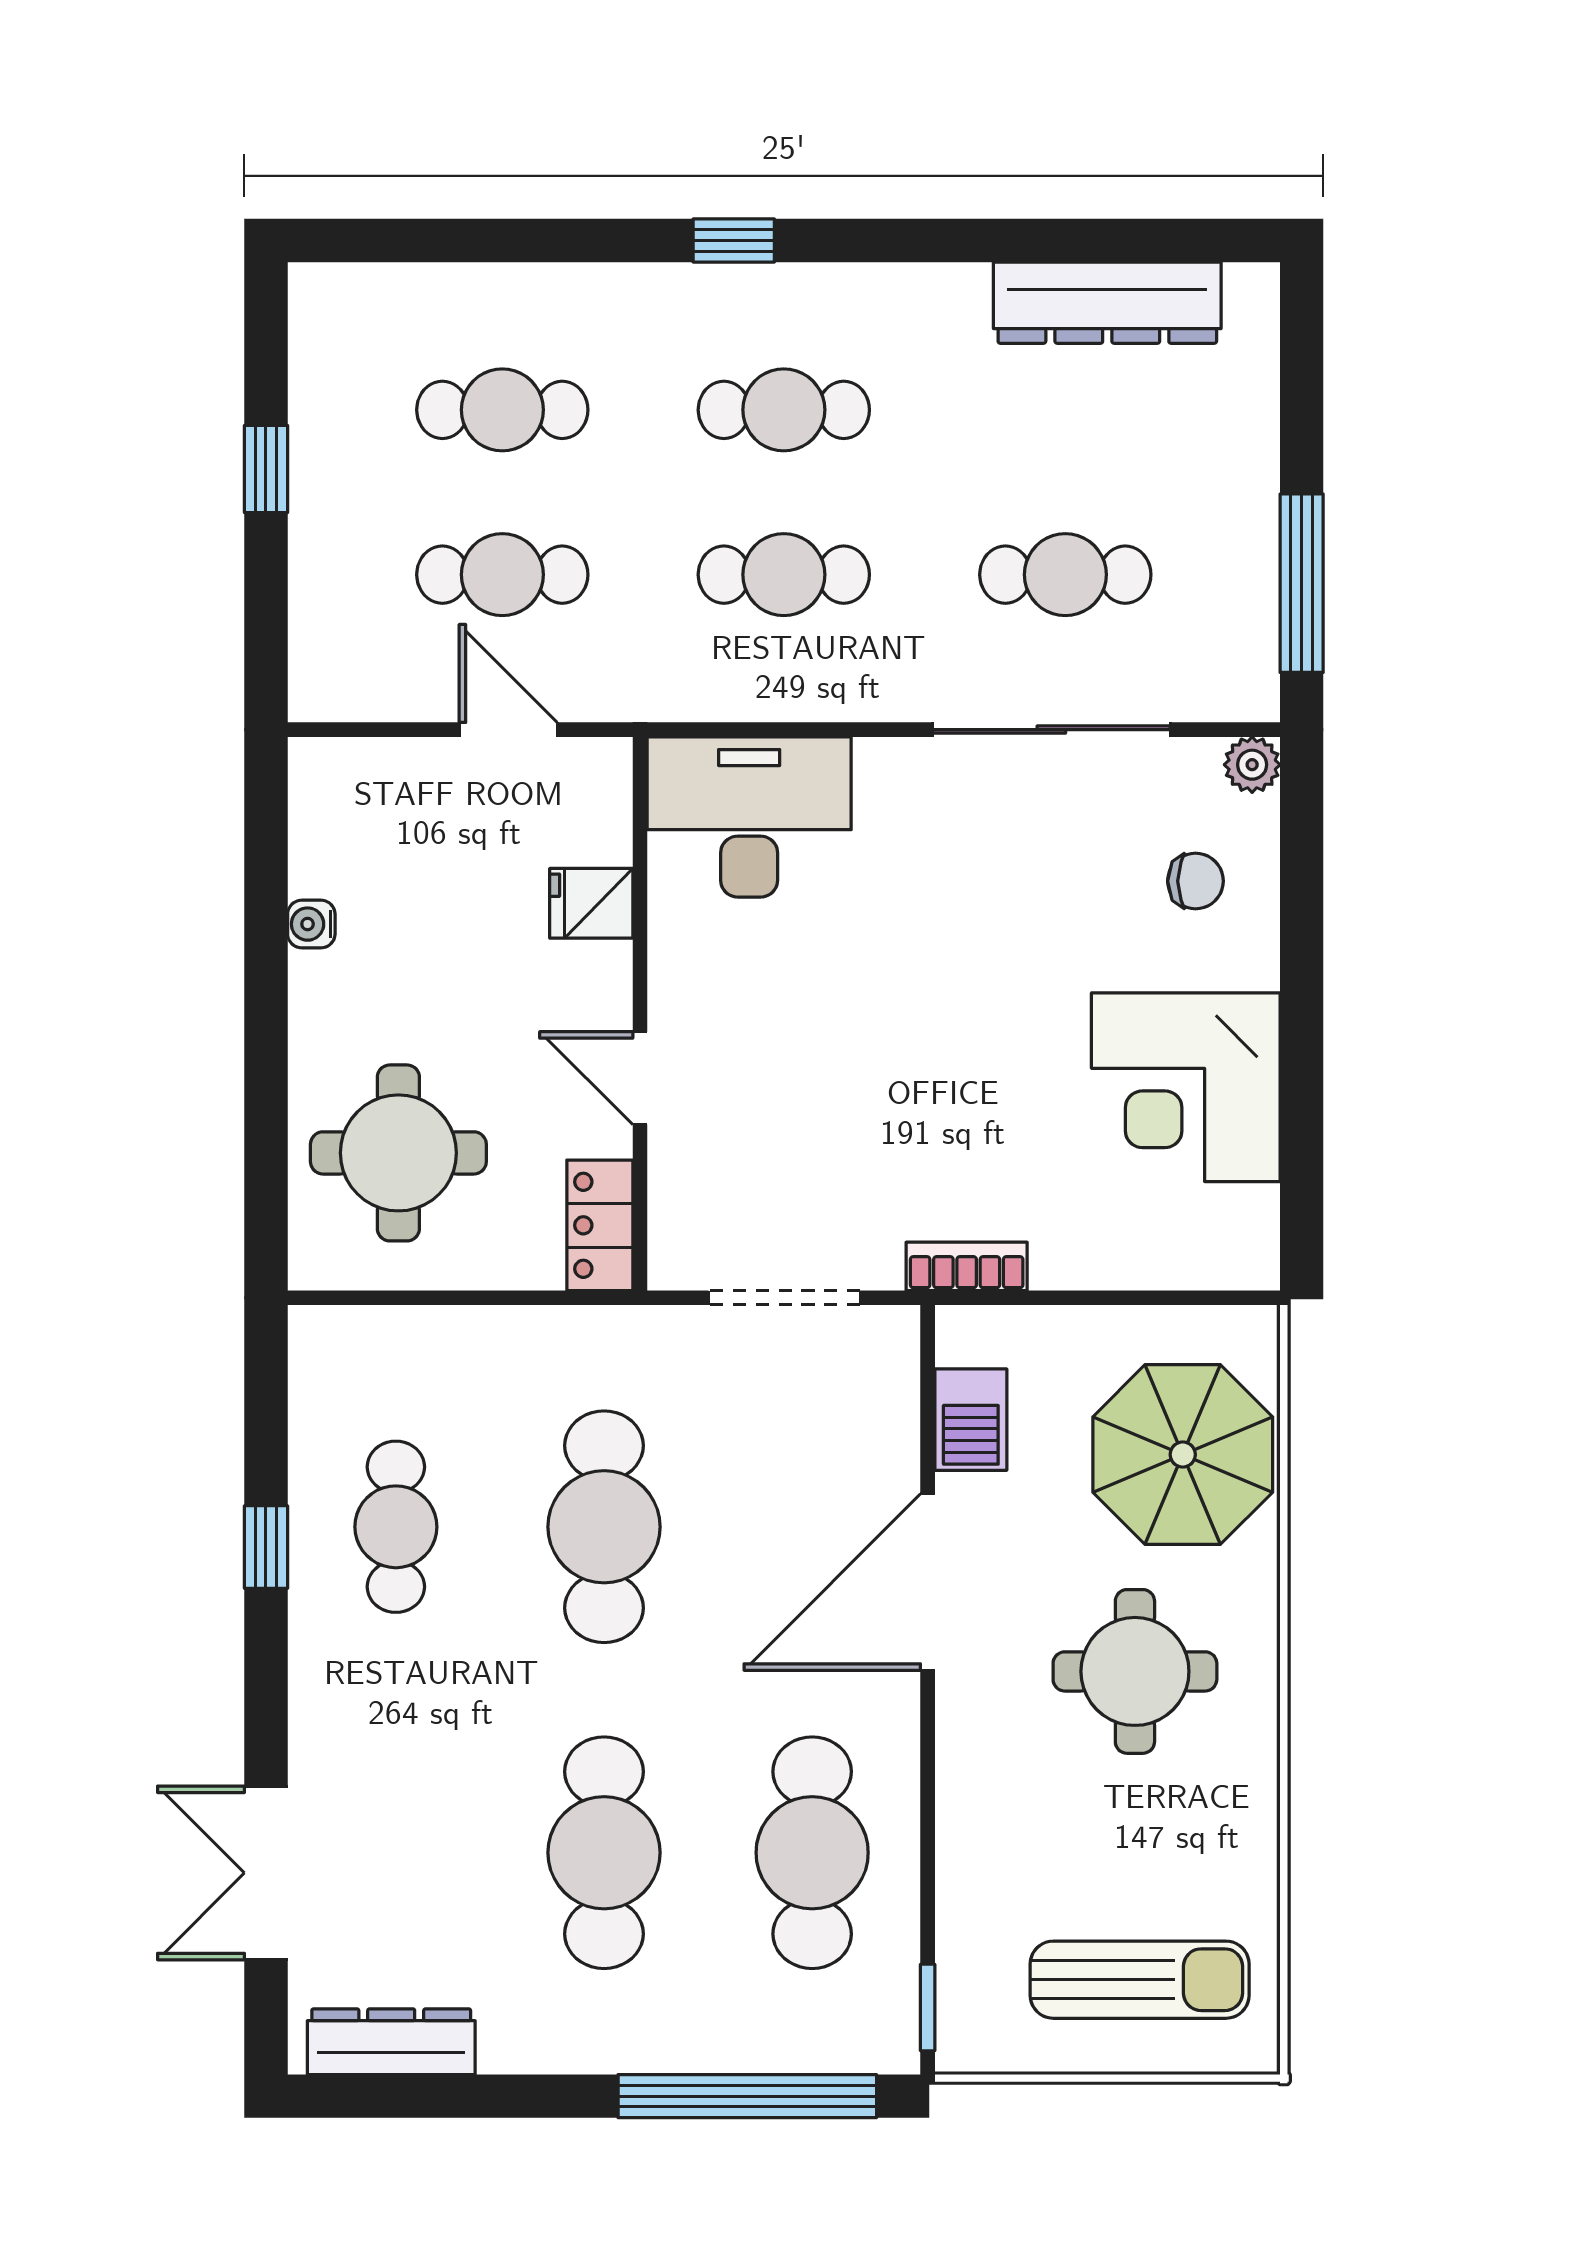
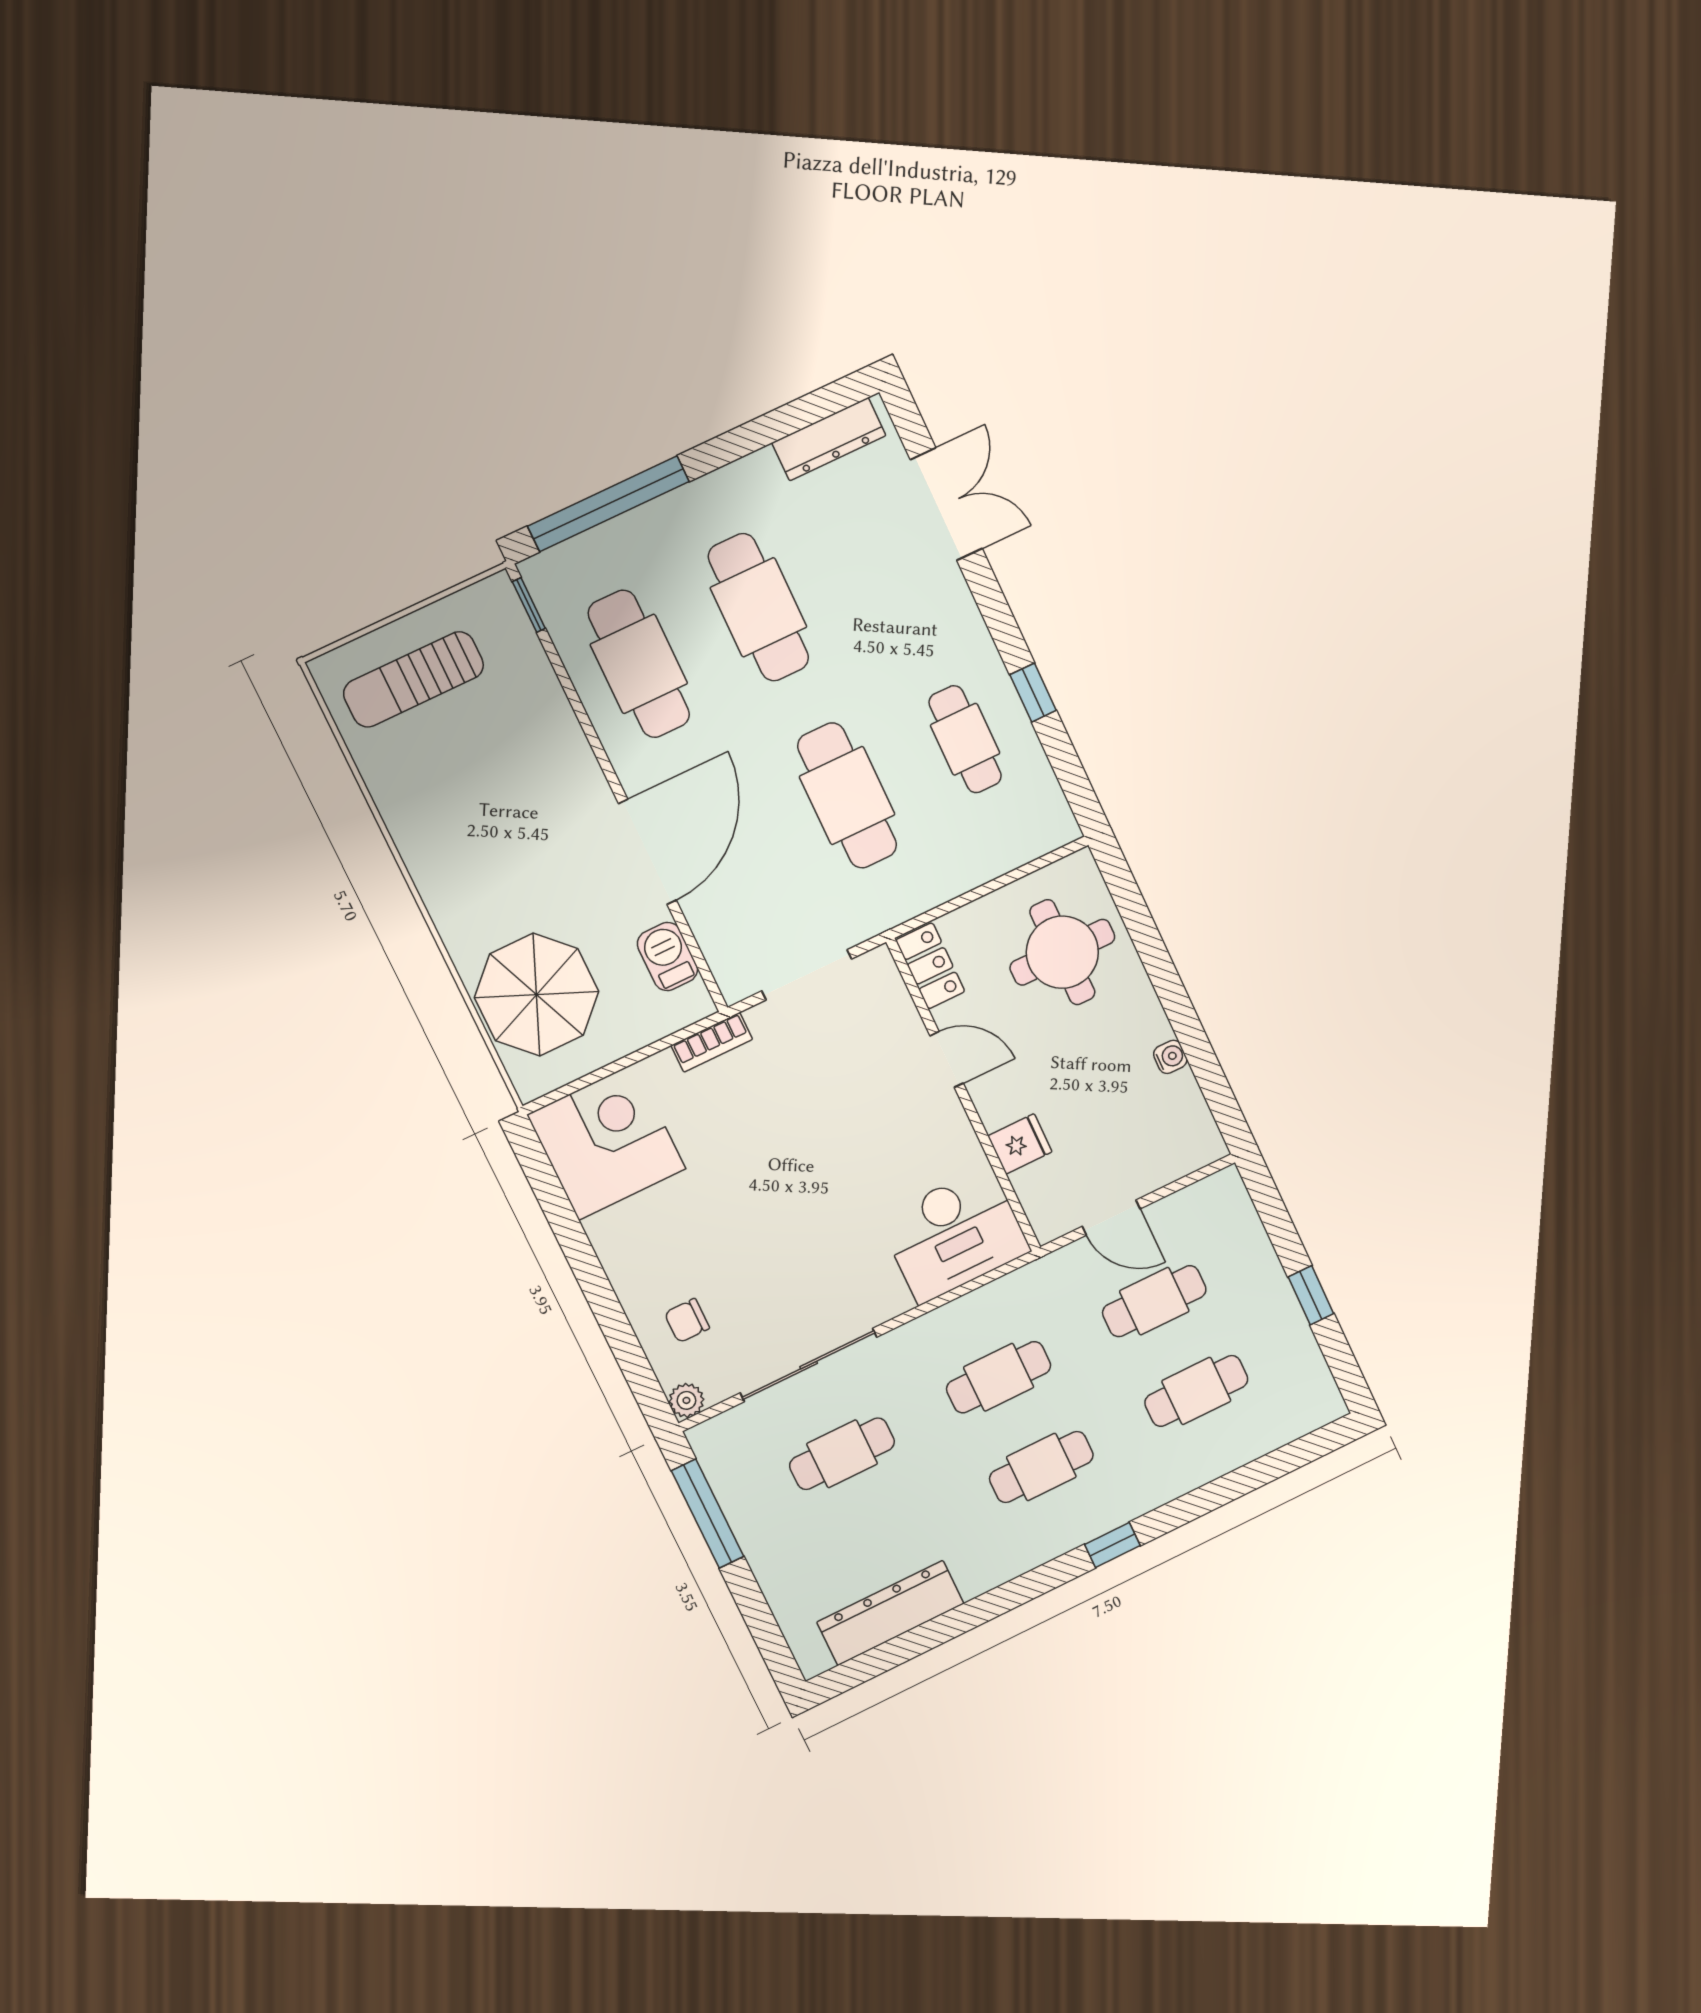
corner desk: (1186, 1087) -> (606, 1142), moved
round table: (1135, 1671) -> (503, 857), removed

